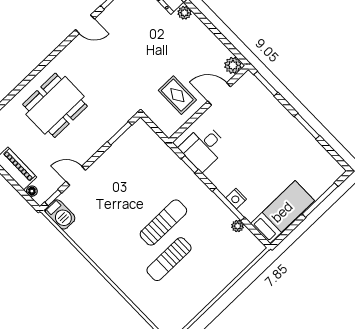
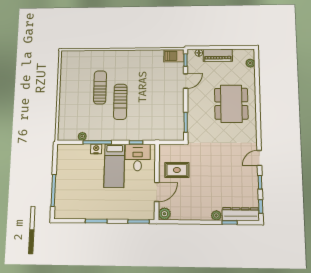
bed: (282, 212) -> (114, 166), moved

